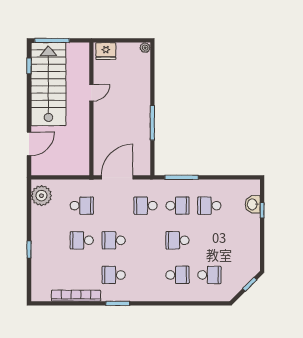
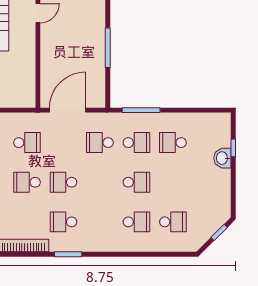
washbasin: (253, 204) -> (222, 158), moved
school desk: (177, 240) -> (136, 182), turned 180

